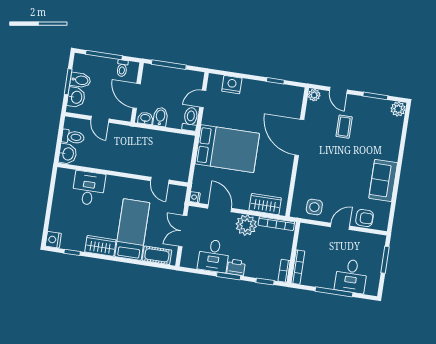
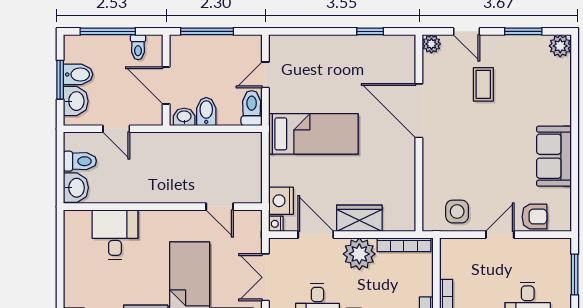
nightstand: (232, 85) -> (281, 201), moved, turned -90
bed: (227, 149) -> (313, 134), width x0.67
wardrobe: (265, 204) -> (359, 218), moved

